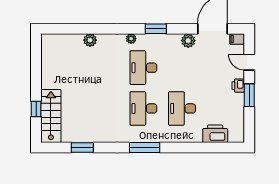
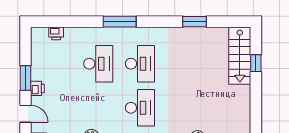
printer: (215, 134) -> (56, 33), width x0.53, depth x0.68
window: (82, 147) -> (194, 22), moved
window: (145, 147) -> (120, 22), moved

